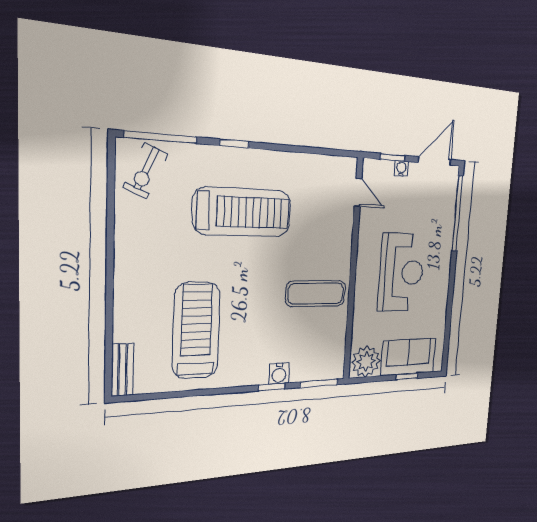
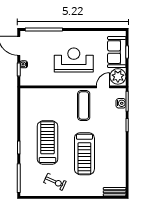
exercise bike: (146, 171) -> (55, 182), moved
door: (358, 192) -> (103, 87), moved
treadmill: (196, 331) -> (84, 154), moved, turned -90
water cooler: (279, 374) -> (121, 103), moved

